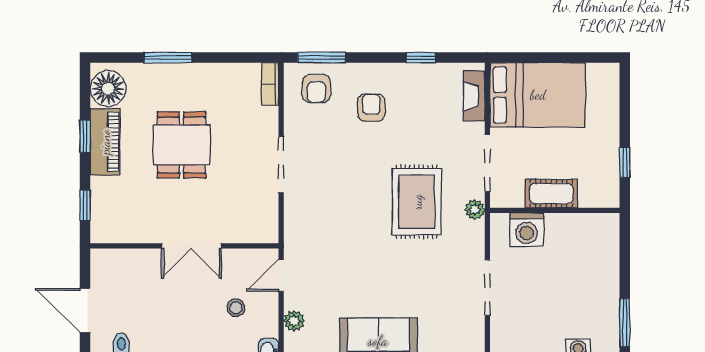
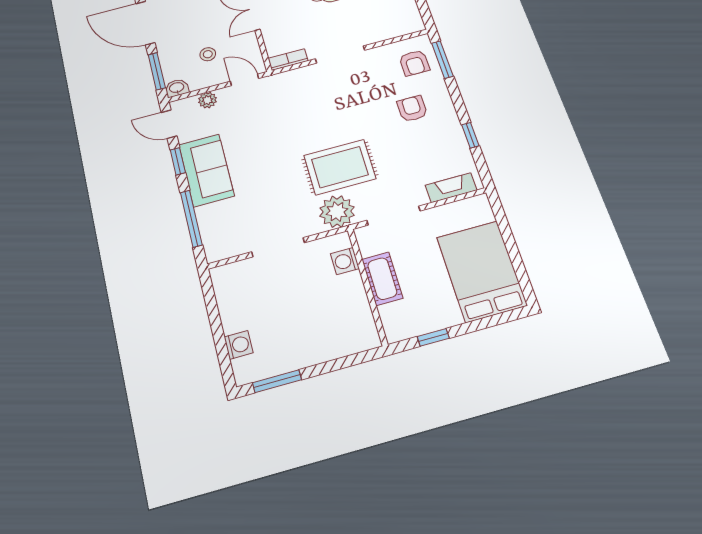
bookcase: (270, 84) -> (288, 60), moved
armchair: (316, 89) -> (414, 63), turned -90
bed: (538, 95) -> (482, 271), moved, turned 180
armchair: (371, 108) -> (412, 109), turned -90
plant: (475, 209) -> (337, 212), width x1.88, depth x1.88
washing machine: (527, 230) -> (345, 261), width x0.73, depth x0.73

